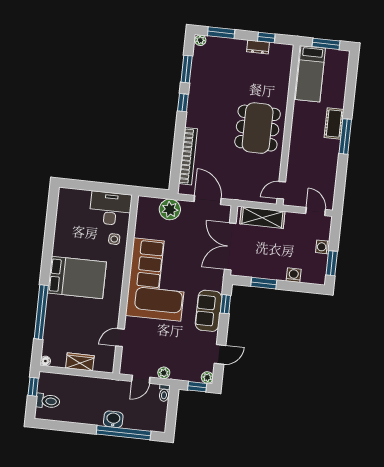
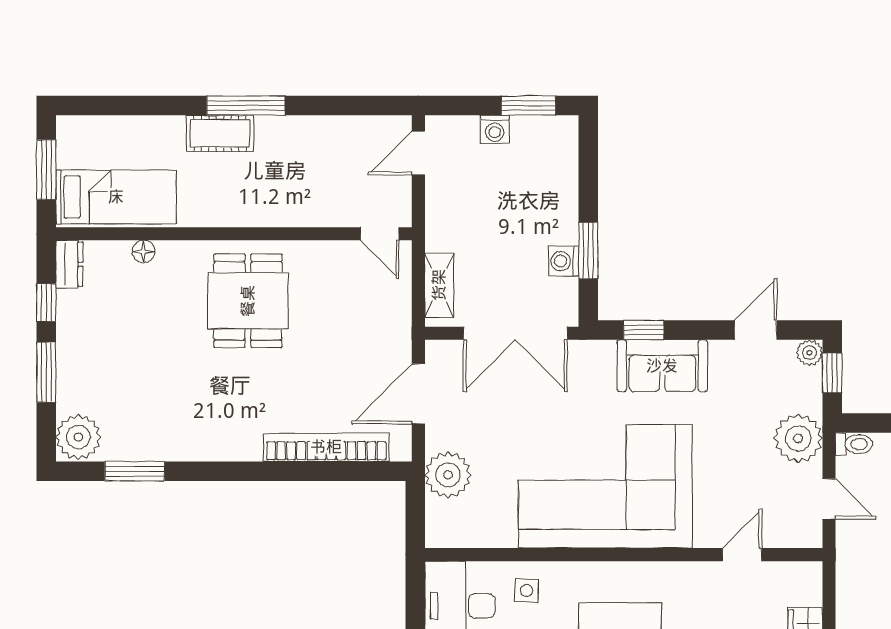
window: (221, 33) -> (46, 372), moved
plant: (200, 40) -> (78, 437), width x1.88, depth x1.88
dresser: (258, 47) -> (69, 264), moved
floor lamp: (285, 84) -> (144, 252), added
window: (183, 103) -> (210, 471), removed
dining table: (258, 128) -> (248, 301), width x0.73
shelving: (262, 218) -> (439, 285), width x0.67, depth x0.75
washing machine: (294, 275) -> (564, 261), moved
door: (120, 338) -> (742, 555), swing flipped
door: (220, 354) -> (756, 330), hinge flipped
plant: (164, 373) -> (798, 438), width x1.88, depth x1.88

